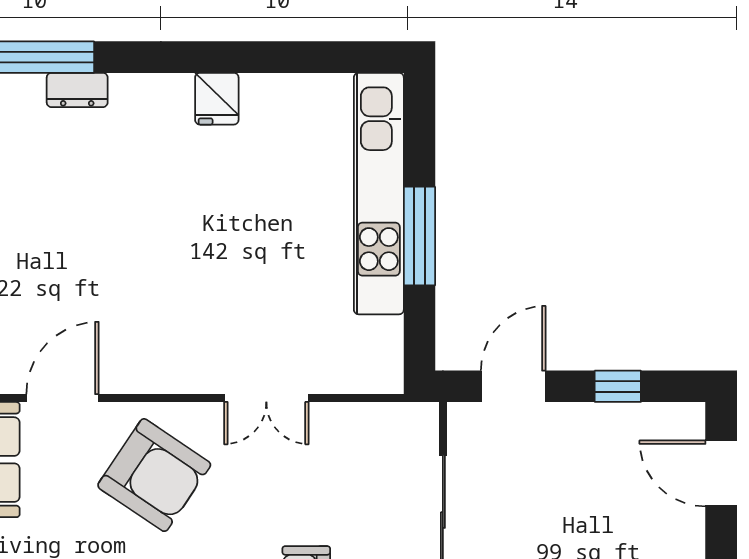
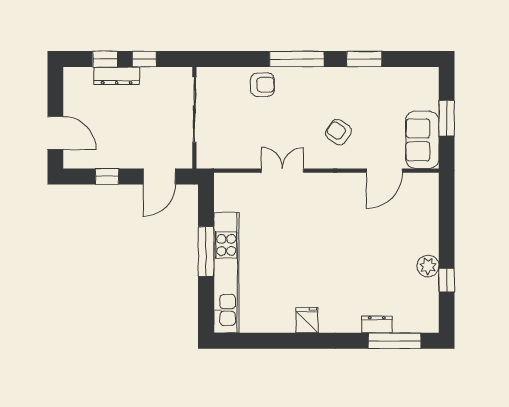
armchair: (154, 475) -> (338, 132), width x0.53, depth x0.53

